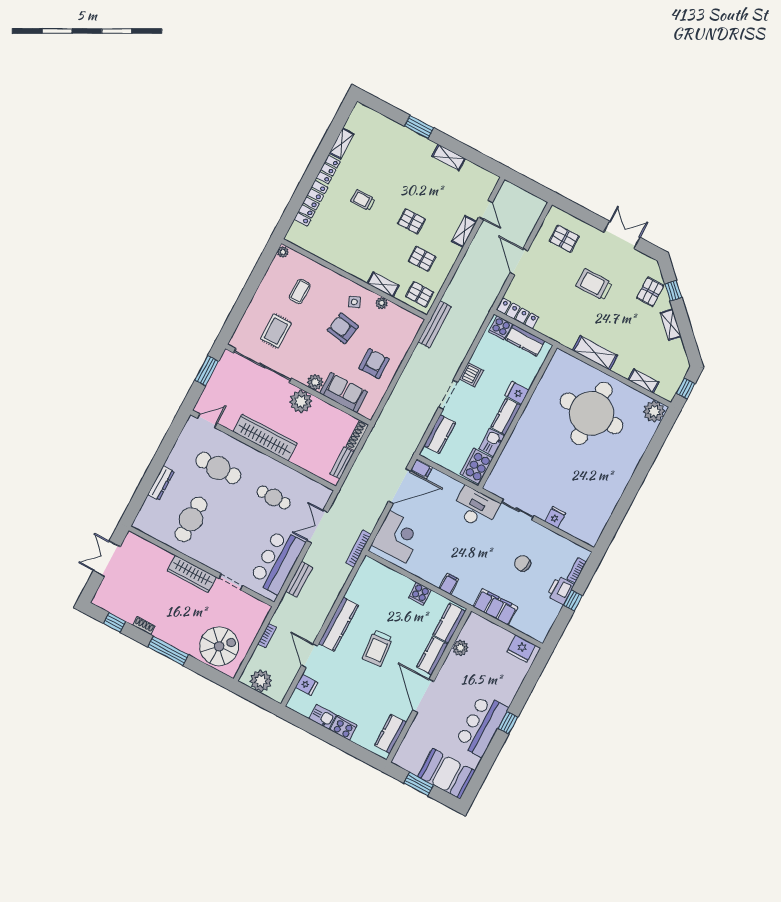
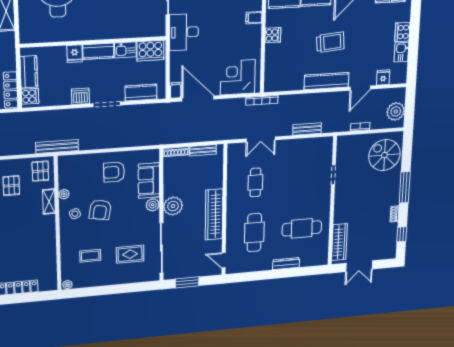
bar counter: (277, 561) -> (302, 152), removed
wardrobe: (192, 574) -> (339, 242), moved

